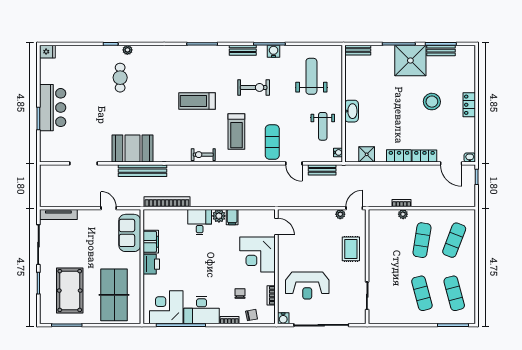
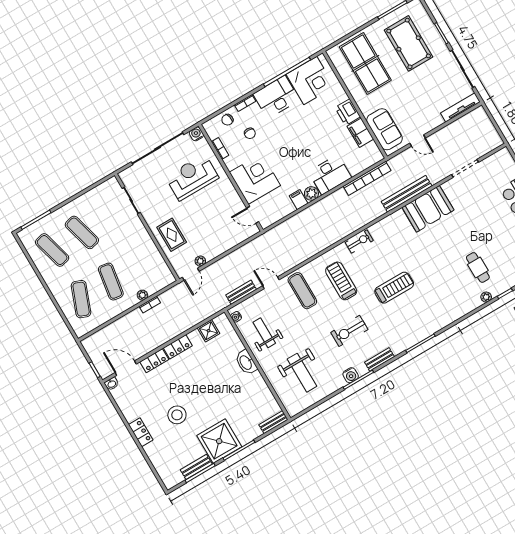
desk: (200, 222) -> (330, 175), width x1.37

